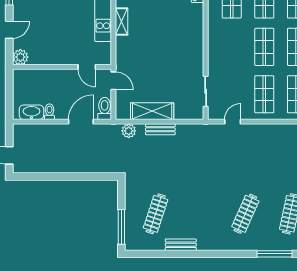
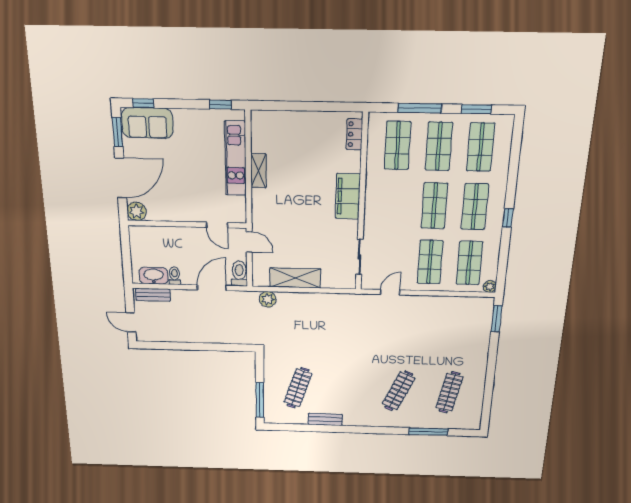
door: (9, 30) -> (121, 178), width x1.87
filing cabinet: (194, 41) -> (348, 196), added
bench: (160, 129) -> (153, 295), moved

